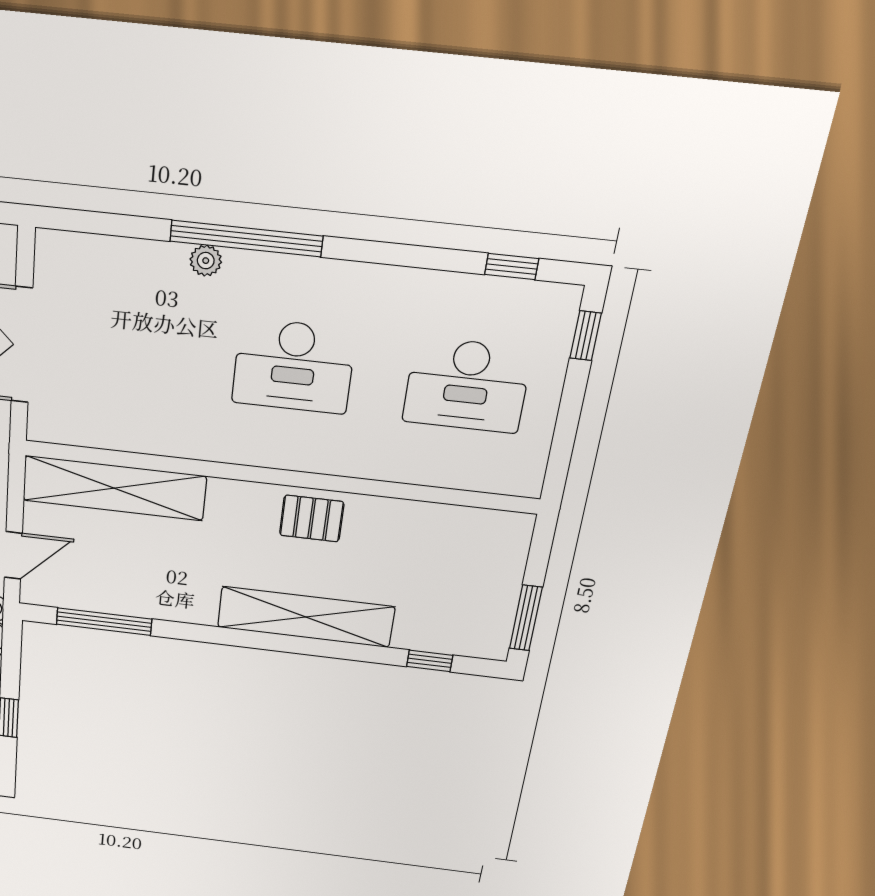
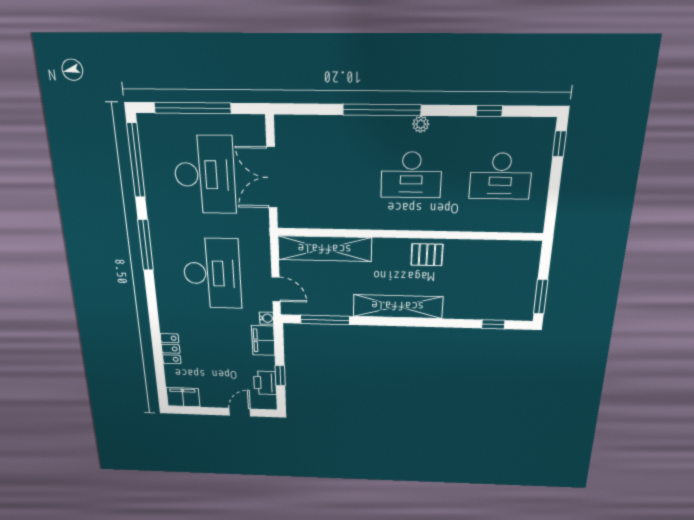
plant: (206, 261) -> (421, 124), moved
window: (512, 267) -> (489, 111), moved
door: (13, 555) -> (276, 289), hinge flipped
shelving: (306, 617) -> (398, 306), moved

